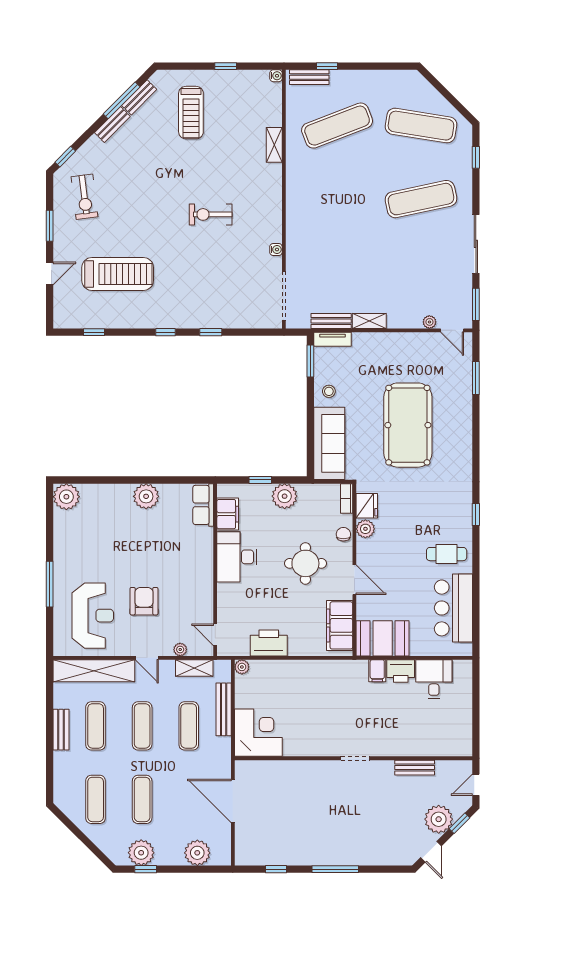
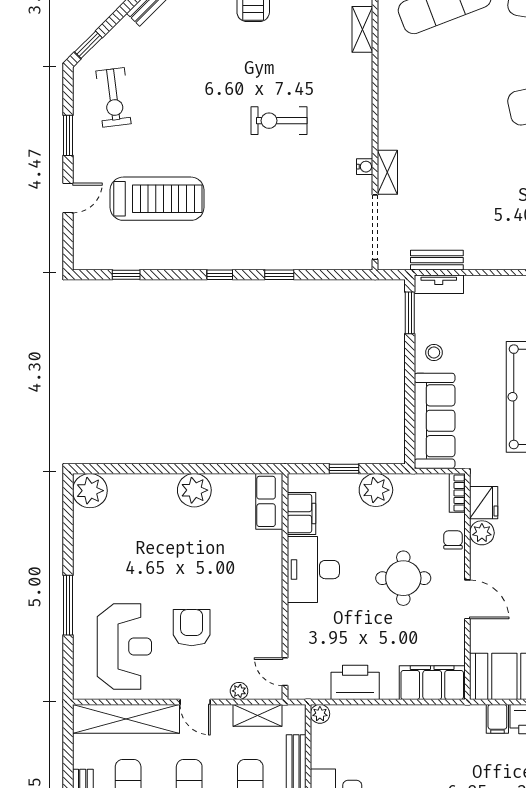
shelving: (369, 321) -> (387, 172), moved, turned 90
filing cabinet: (340, 625) -> (432, 683), moved, turned 90

